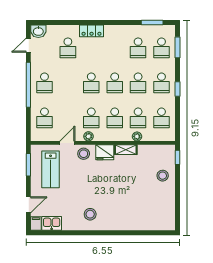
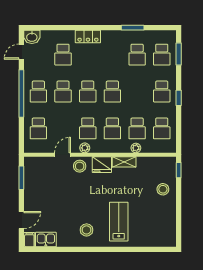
window: (152, 22) -> (133, 28), moved
school desk: (138, 83) -> (63, 91), moved
lab bench: (51, 169) -> (119, 222), moved, turned 180

